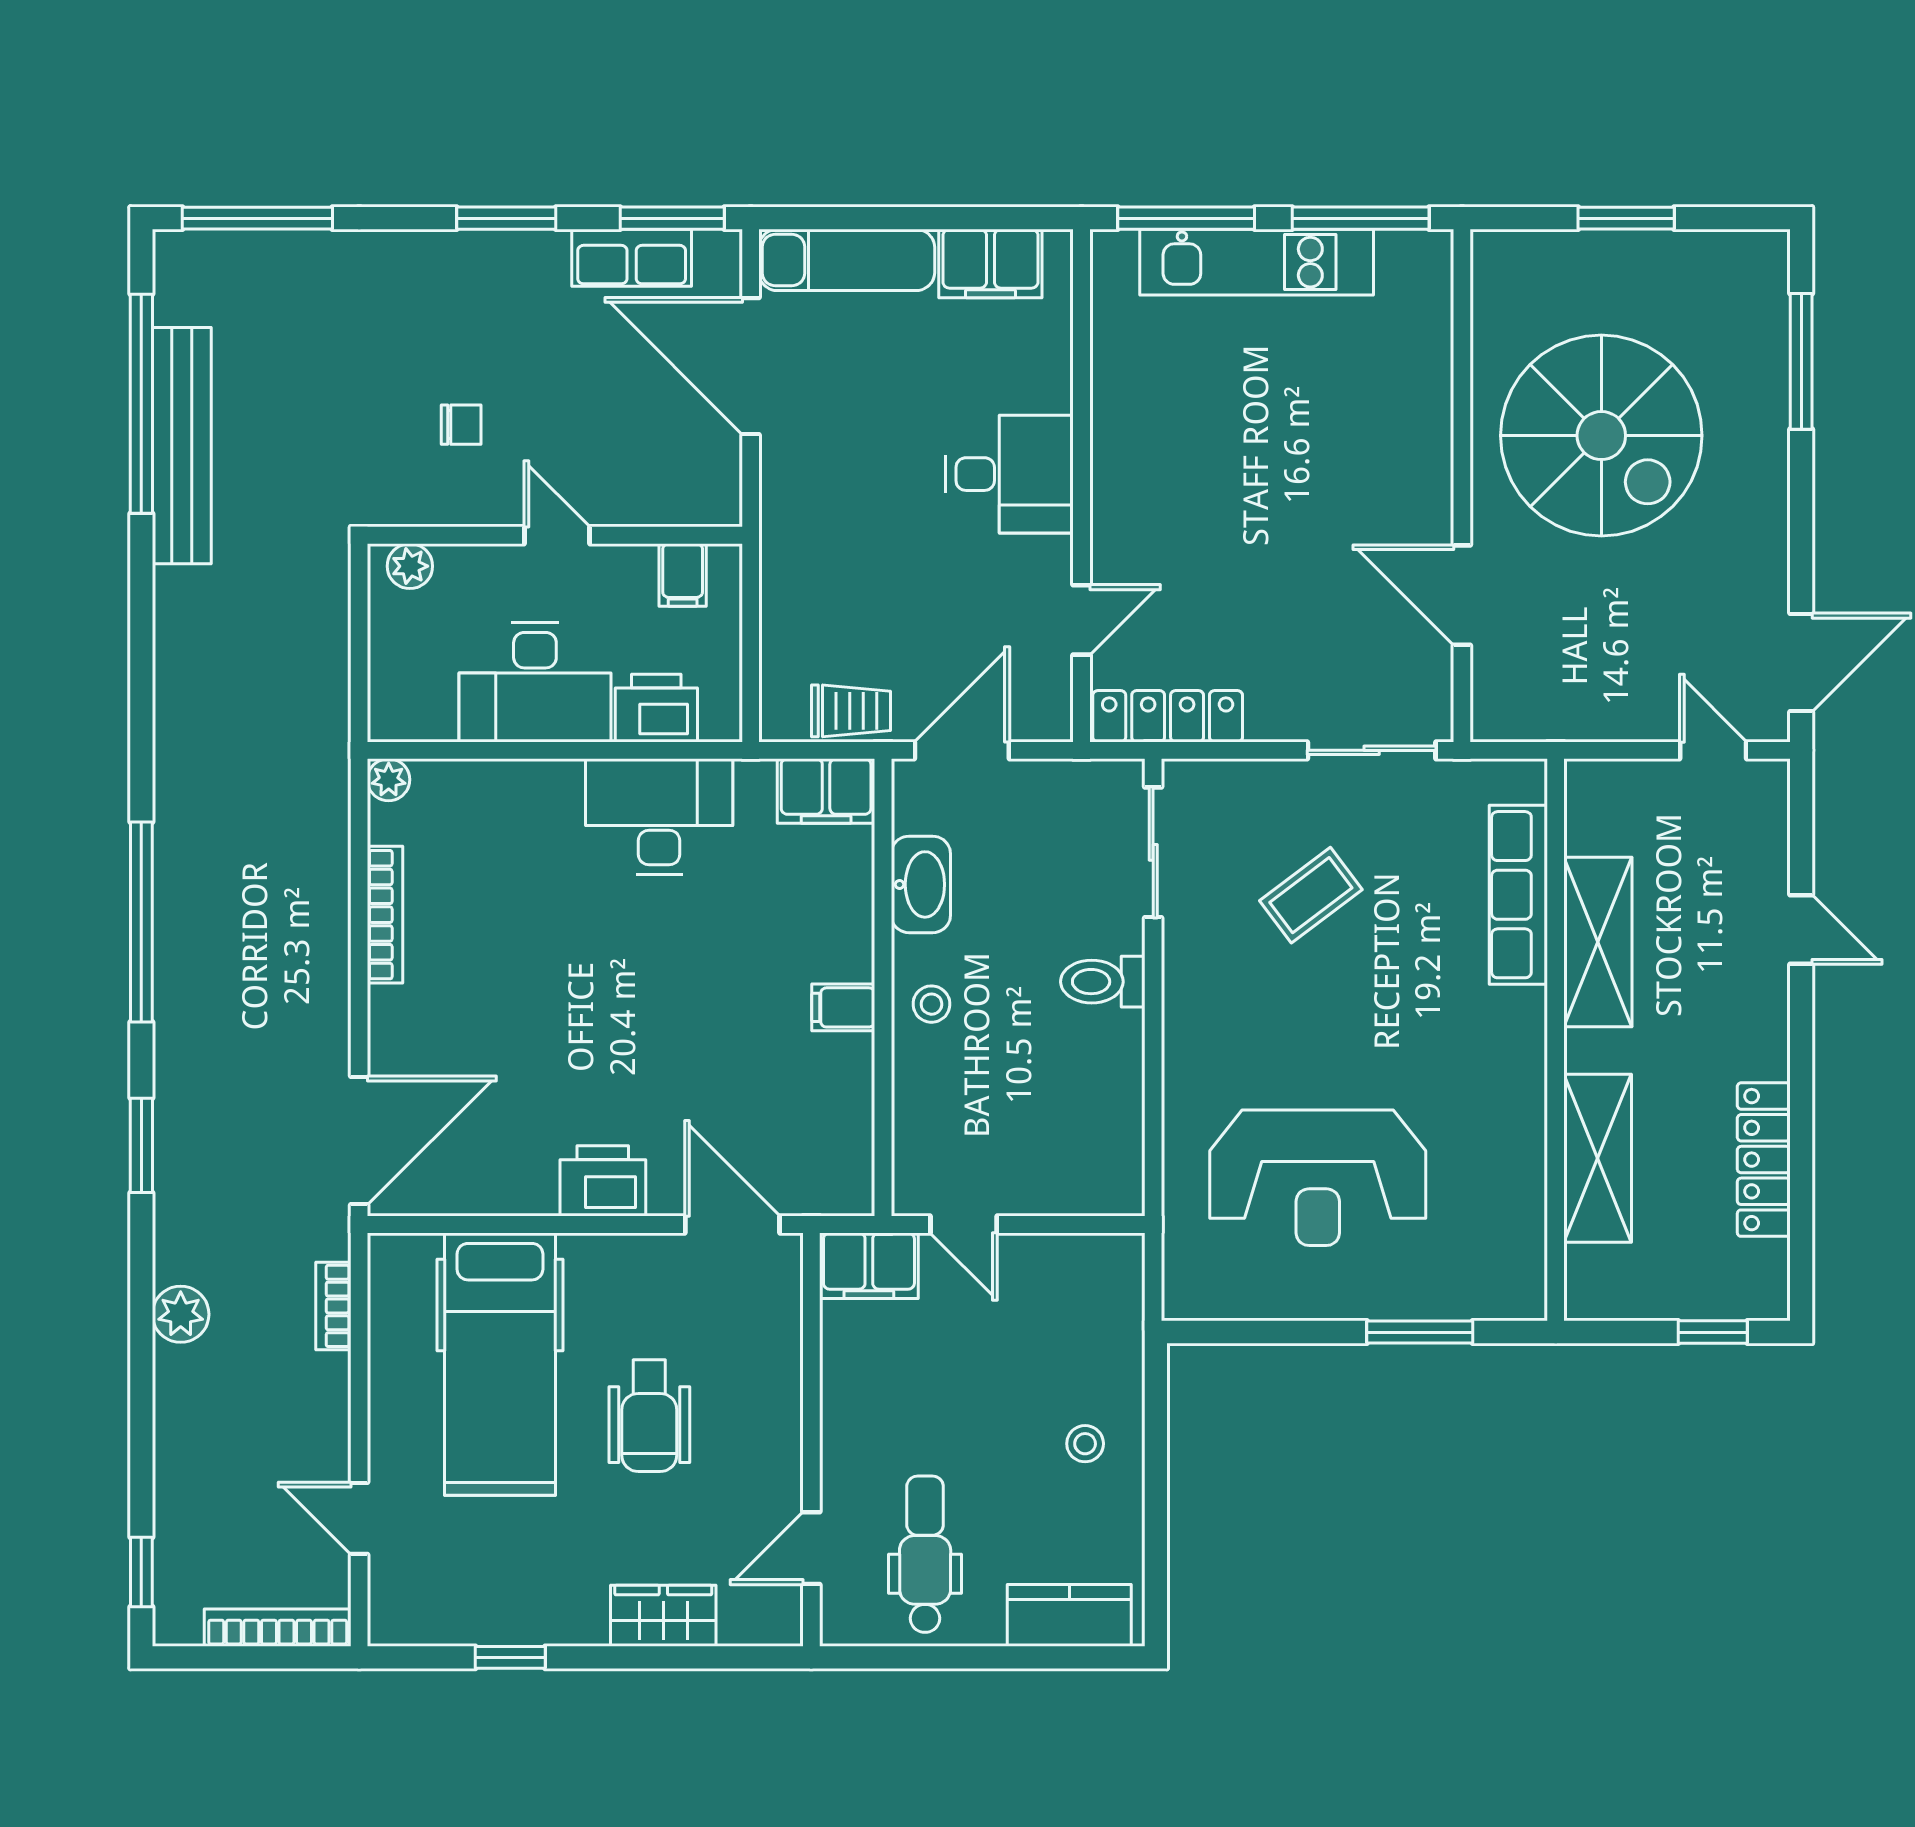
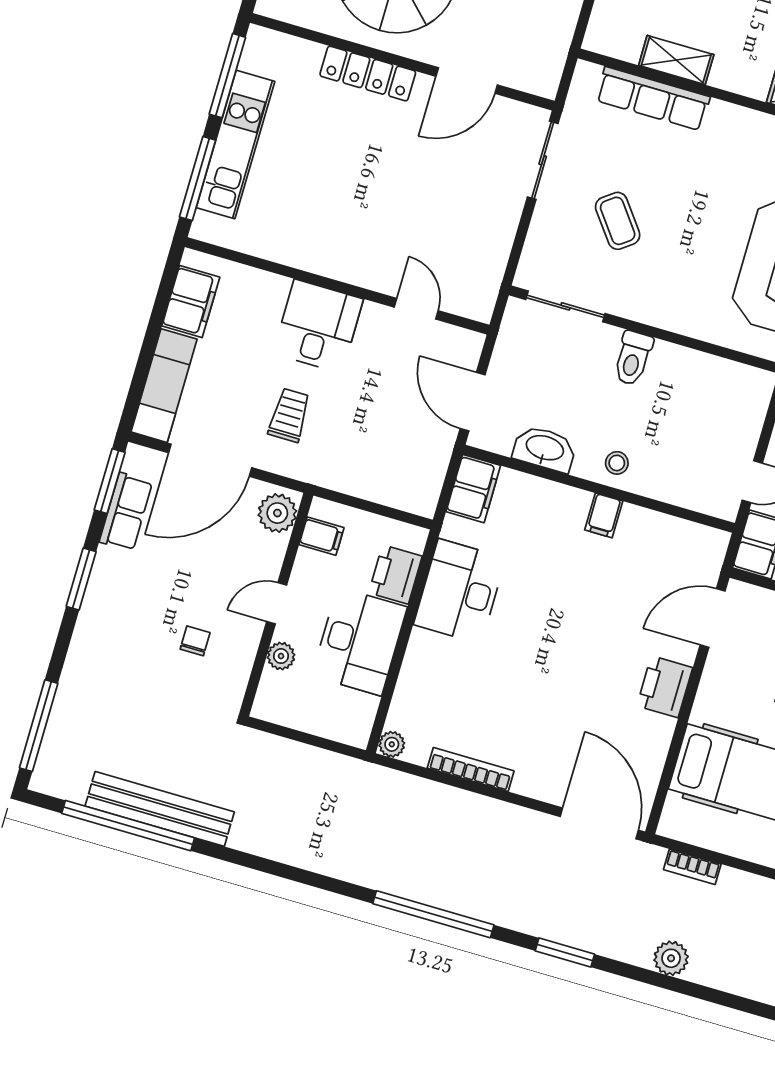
plant: (699, 495) -> (277, 513), added
plant: (410, 566) -> (281, 656), moved
trolley: (851, 711) -> (289, 415), moved
locker: (1168, 716) -> (368, 74), moved, turned -90
shelving: (1598, 942) -> (676, 60), width x0.67, depth x0.75

